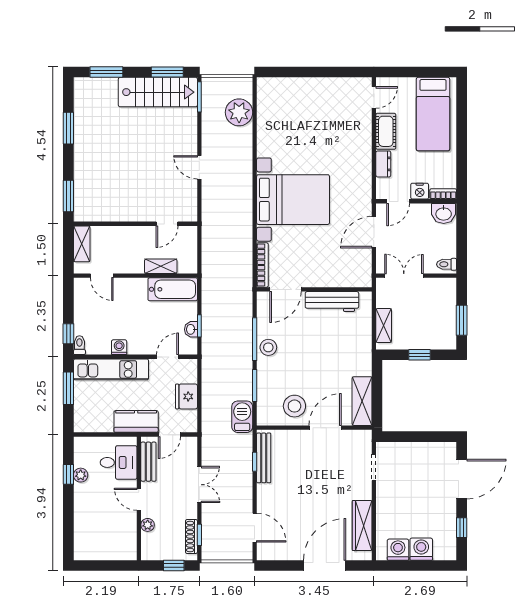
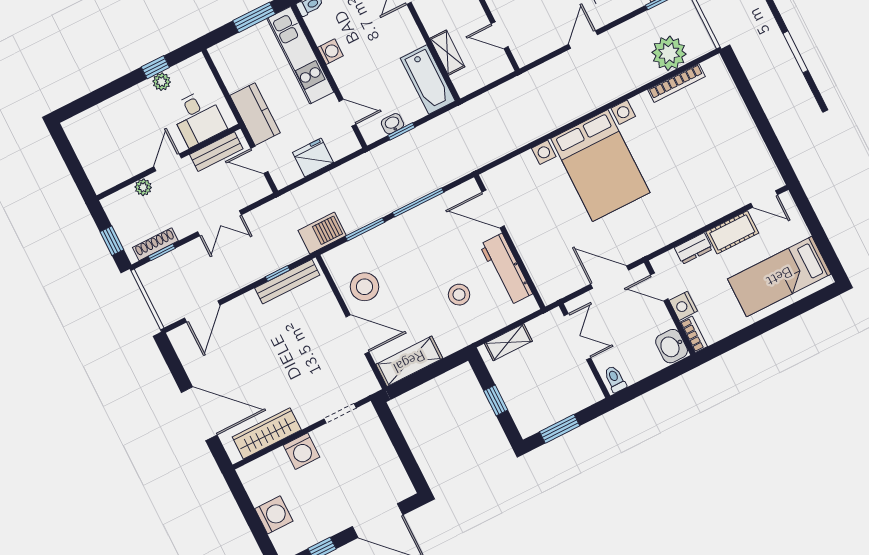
bookcase: (262, 265) -> (676, 83), moved
stool: (268, 347) -> (459, 295), moved
washing machine: (398, 550) -> (302, 451), moved, turned 90

